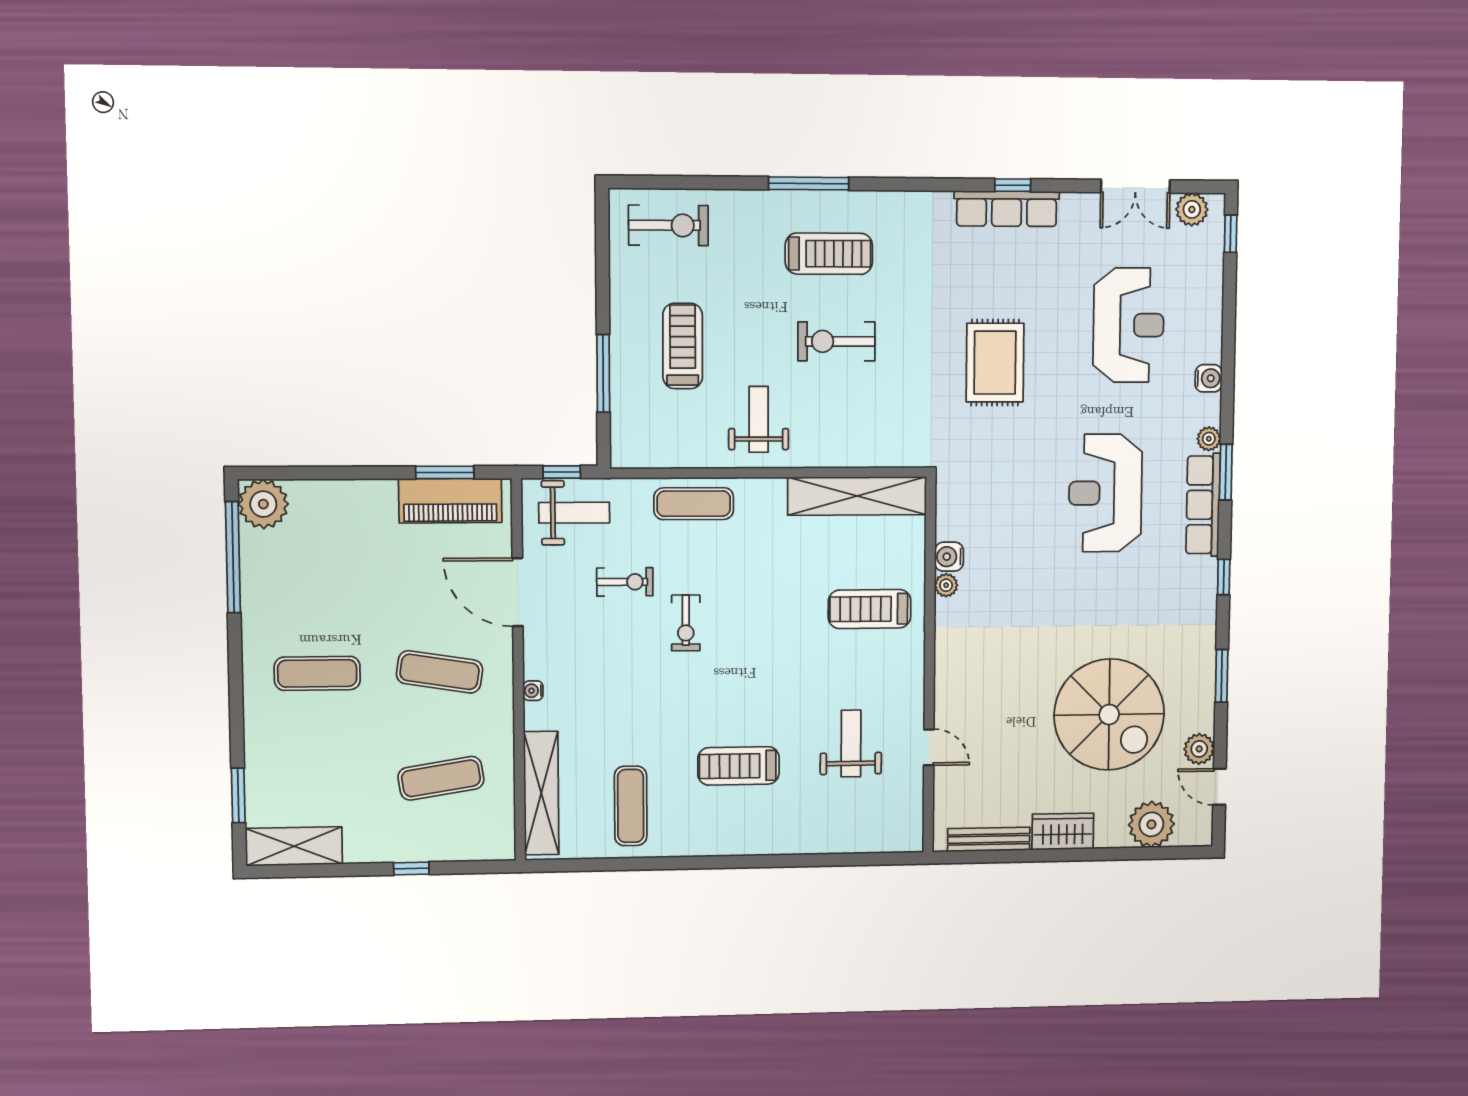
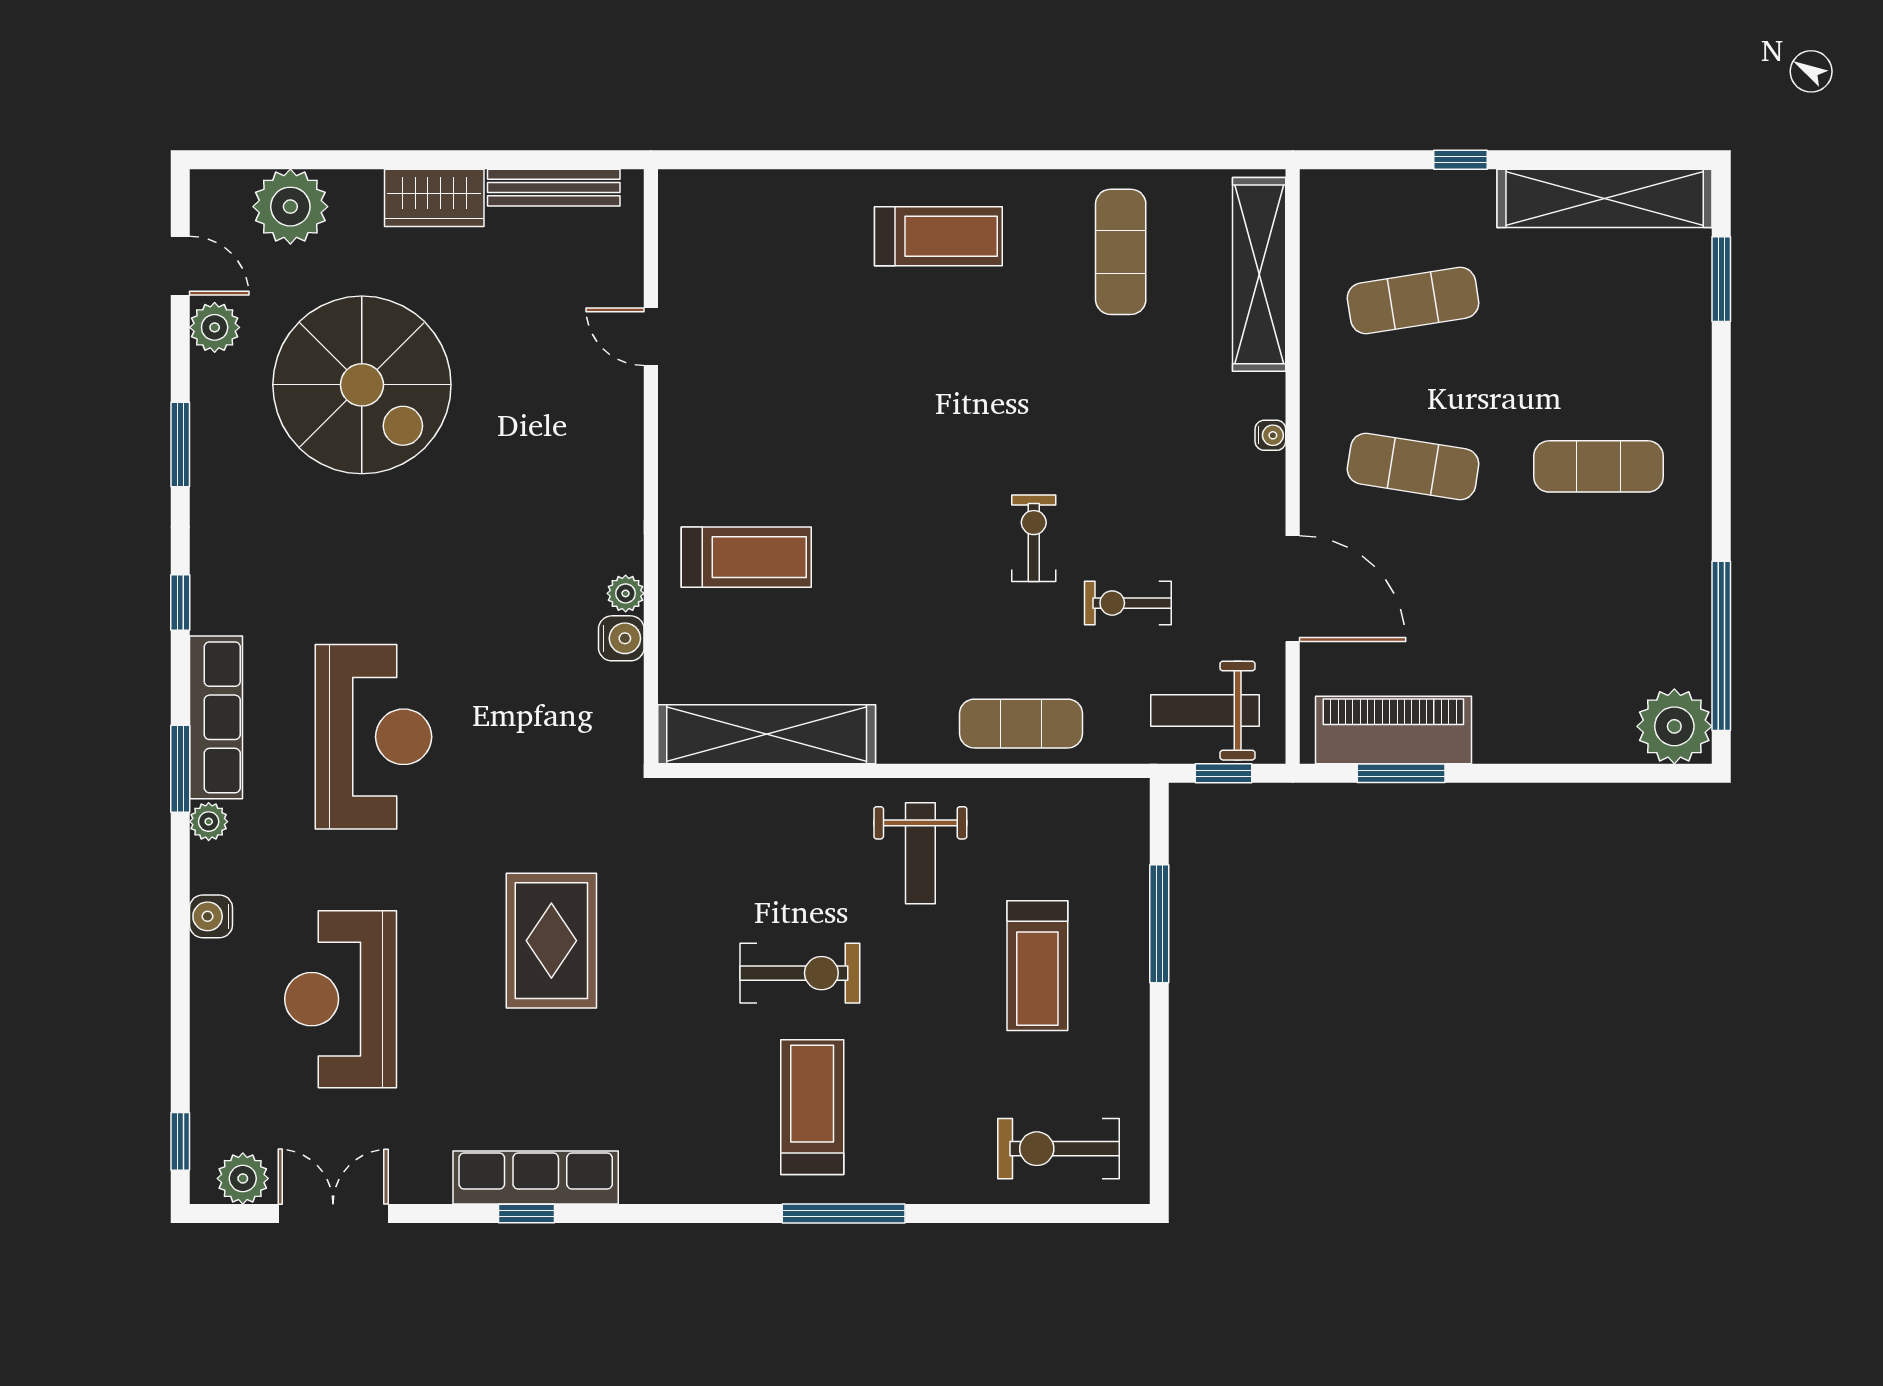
treadmill: (829, 254) -> (812, 1107), turned 90
spiral stairs: (1109, 715) -> (362, 385), turned 180
weight bench: (851, 743) -> (775, 345), removed
treadmill: (738, 766) -> (938, 236), moved
shelving: (294, 846) -> (1605, 198), width x1.47

